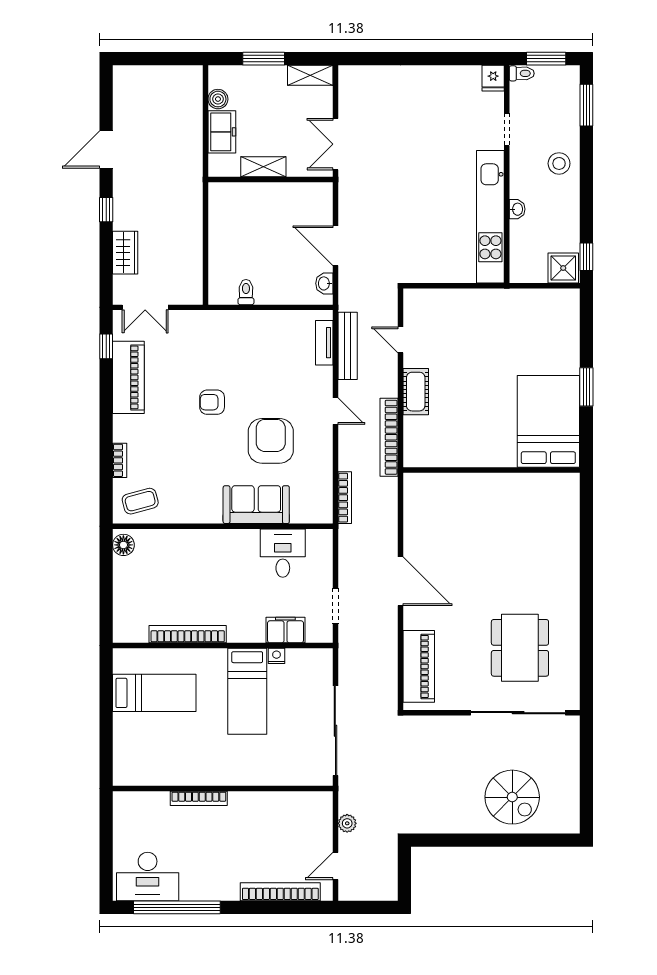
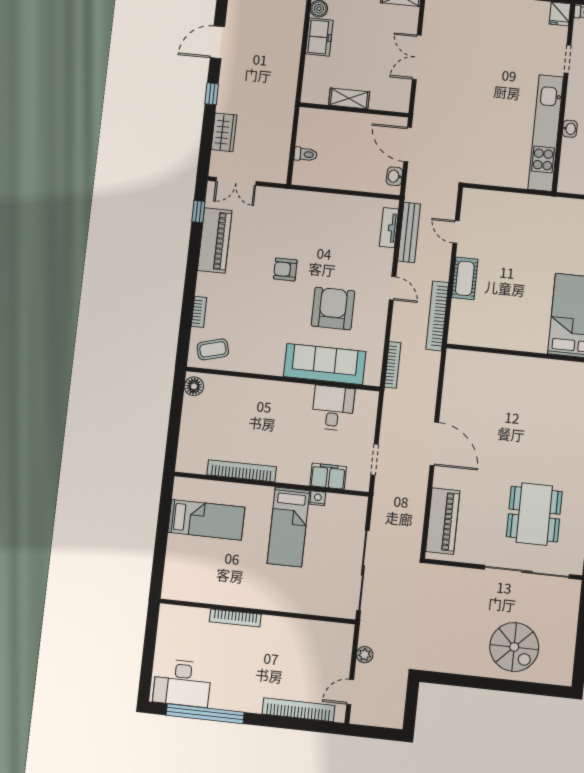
shelving: (263, 167) -> (349, 98), moved
wall: (270, 180) -> (354, 110), moved
toilet: (246, 292) -> (306, 154), moved, turned 90
sofa: (256, 505) -> (325, 364), width x1.36

